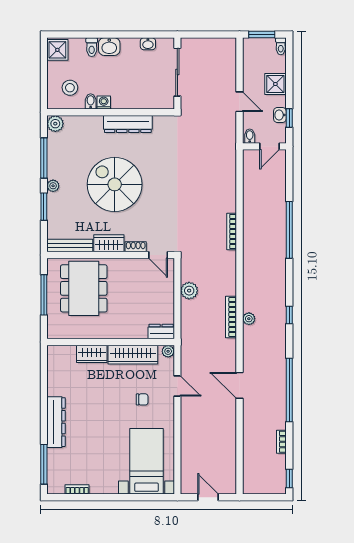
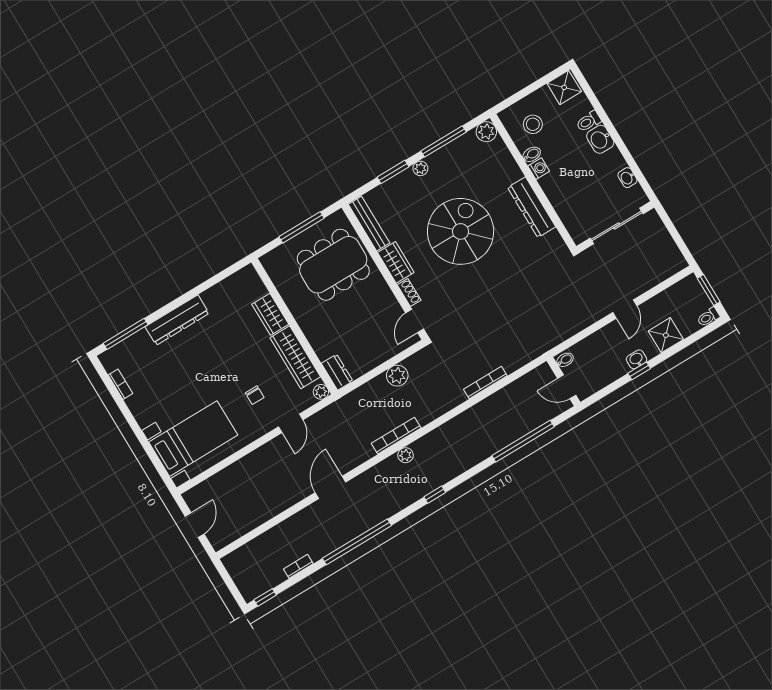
bidet: (250, 136) -> (565, 360), moved
wall: (264, 146) -> (564, 381), moved
door: (269, 146) -> (567, 387), moved

